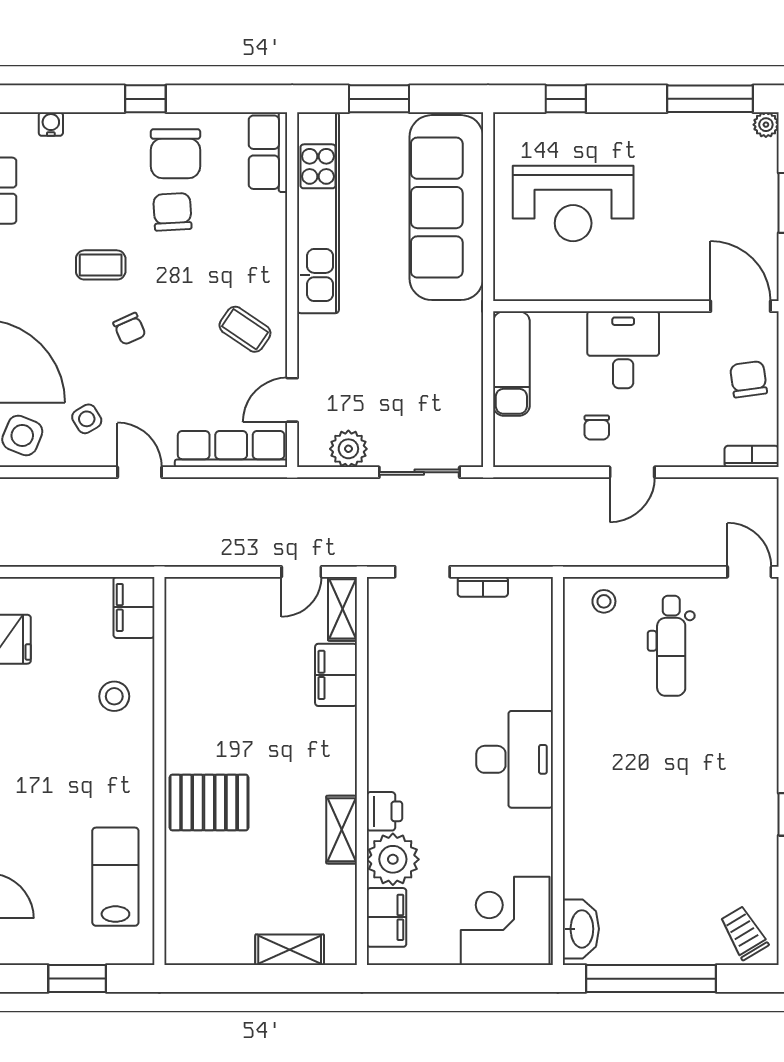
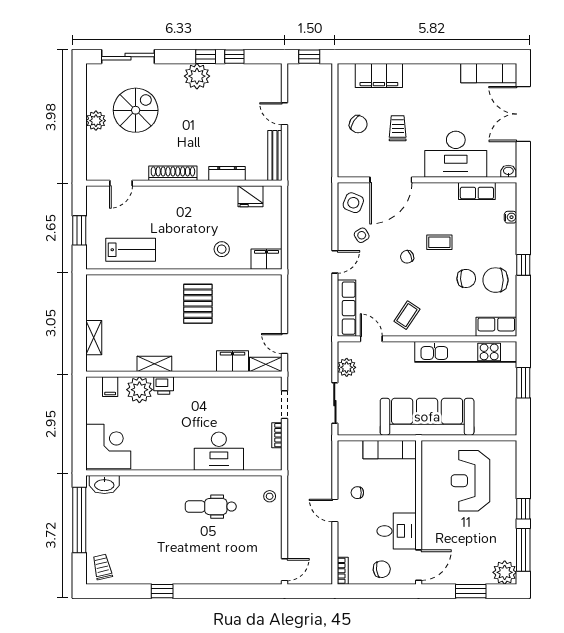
window: (566, 99) -> (523, 509), moved
plant: (766, 125) -> (505, 572), width x1.87, depth x1.87
sofa: (446, 208) -> (427, 417), moved
coffee table: (101, 265) -> (439, 242), turned 90
desk: (623, 350) -> (397, 531), moved
dental chair: (671, 646) -> (211, 507), moved
desk: (515, 759) -> (219, 451), moved
pallet: (209, 803) -> (198, 304), moved
filing cabinet: (387, 917) -> (110, 387), width x0.50
trolley: (744, 933) -> (102, 567), turned -72

